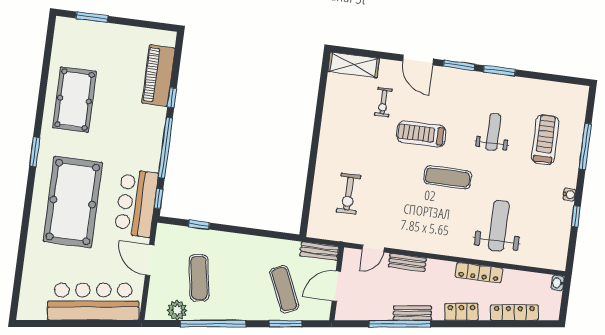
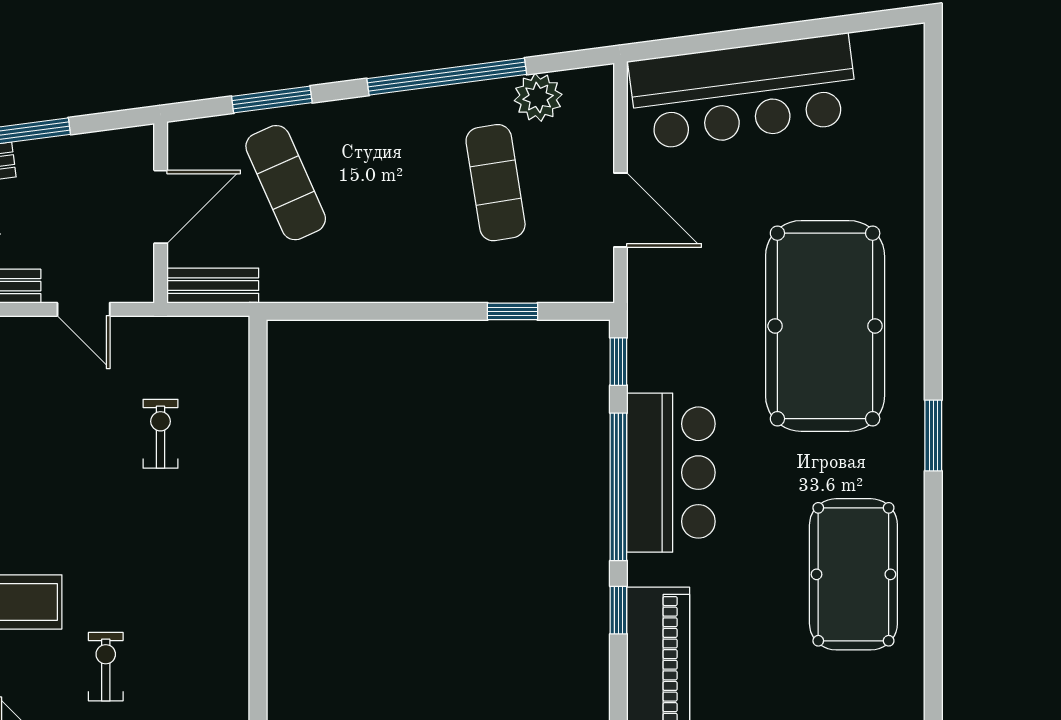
exercise bike: (349, 194) -> (161, 434), width x0.73, depth x0.72
bar counter: (136, 203) -> (671, 473), moved
door: (373, 248) -> (84, 309), swing flipped

